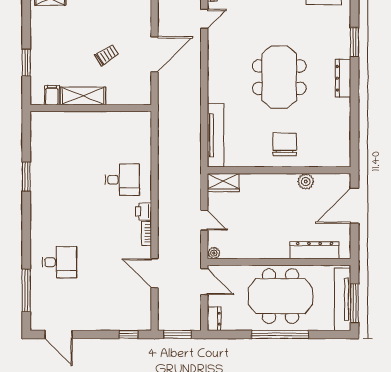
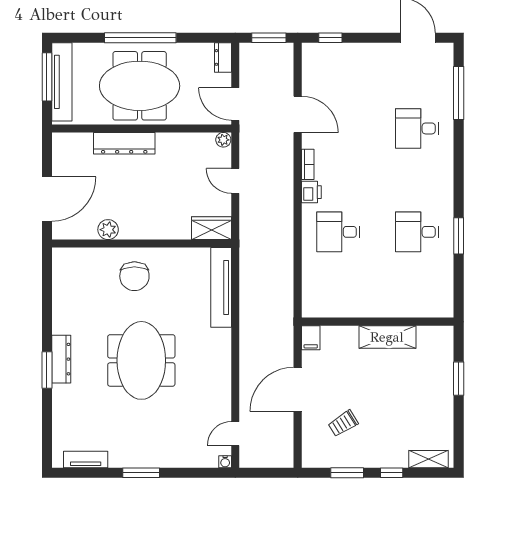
window: (354, 42) -> (47, 370), moved
trolley: (107, 55) -> (343, 423), moved
filing cabinet: (52, 95) -> (311, 338), moved
desk: (59, 180) -> (417, 232), added
dresser: (315, 250) -> (124, 143), moved

